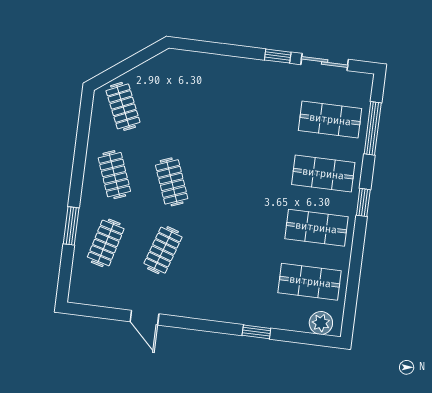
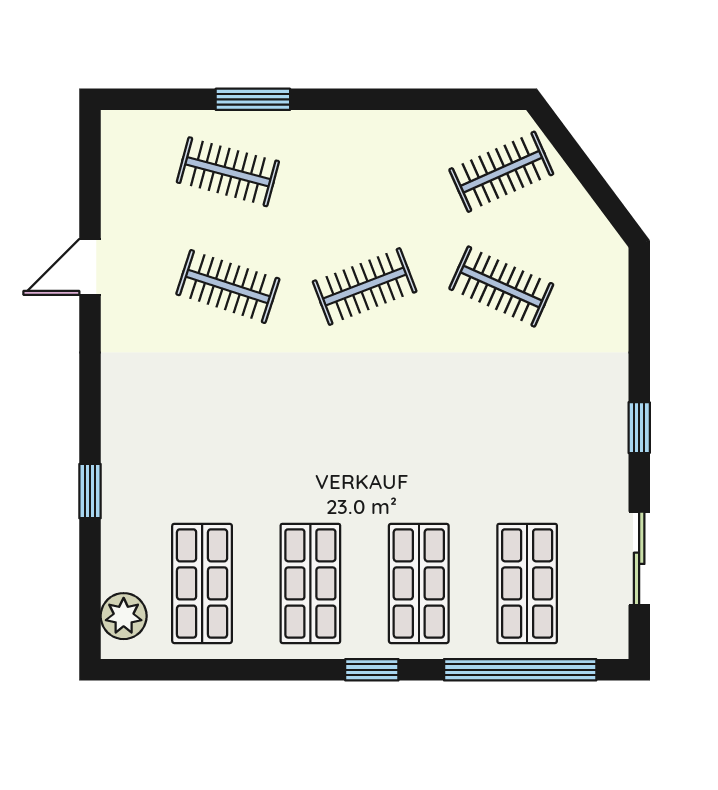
window: (278, 56) -> (639, 428), moved
window: (373, 128) -> (520, 670), width x1.46
clothes rail: (114, 175) -> (501, 287), moved, turned 45

